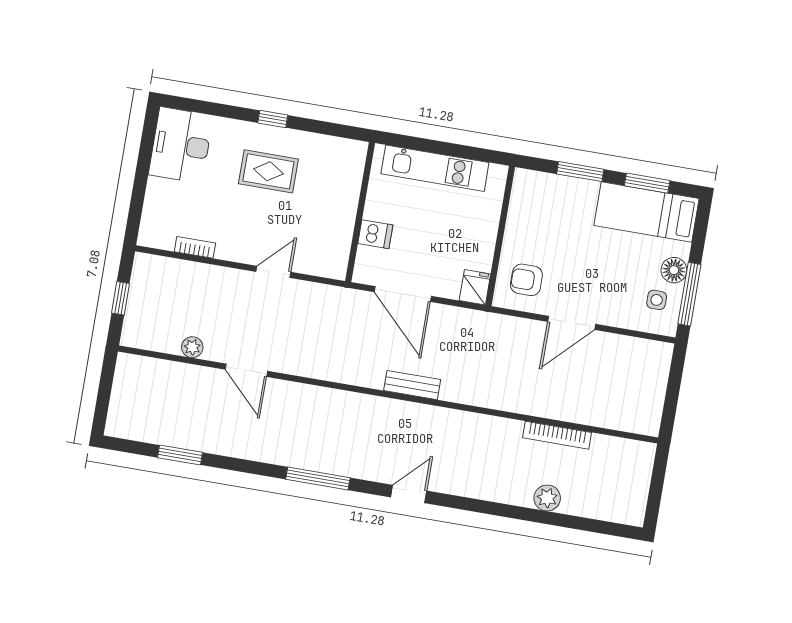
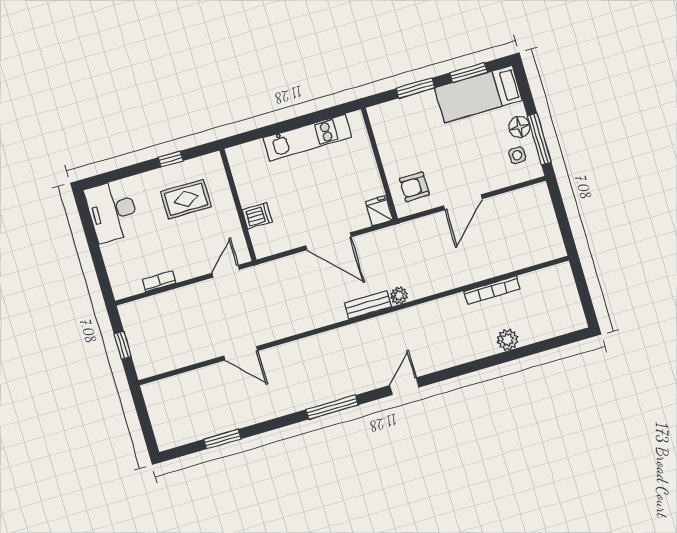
wall: (360, 212) -> (238, 205), moved
dishwasher: (375, 234) -> (257, 216), moved
plant: (192, 347) -> (399, 296), moved

